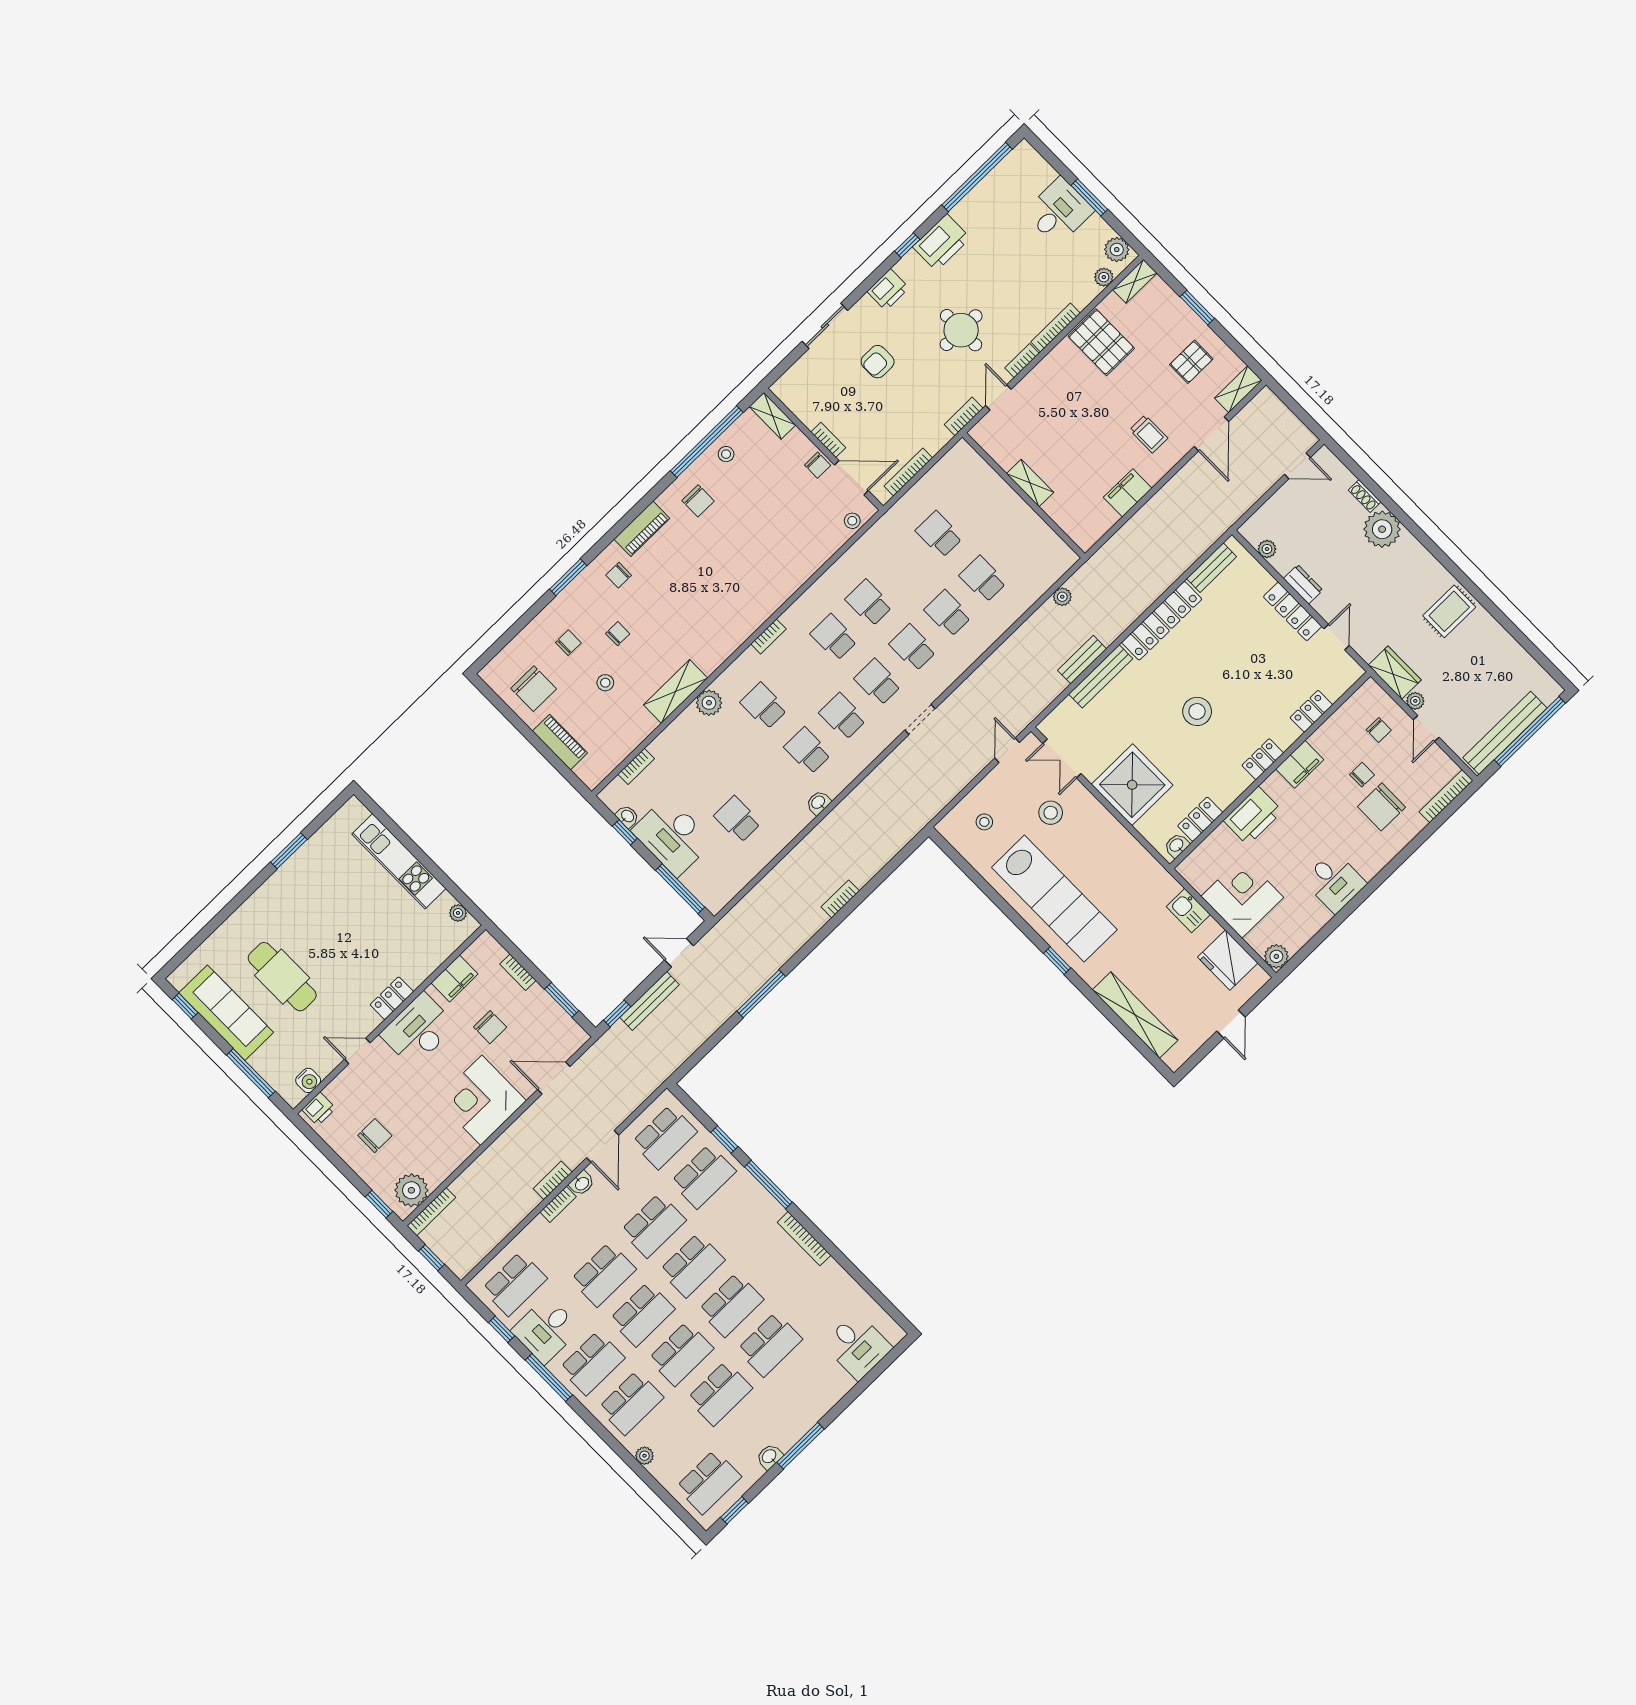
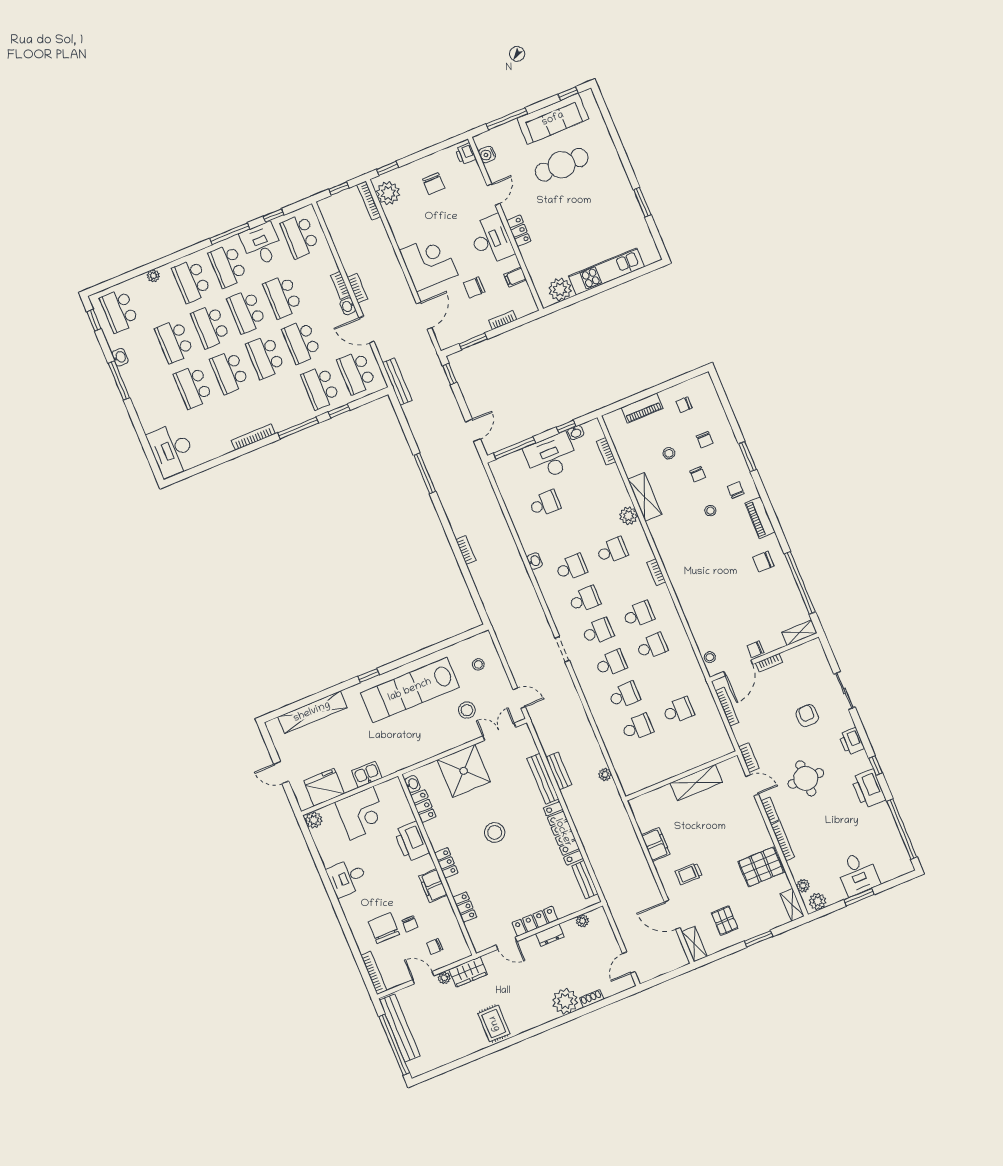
stool: (726, 454) -> (710, 511), moved
shelving: (1030, 483) -> (696, 782), width x1.50, depth x1.33
chair: (534, 689) -> (684, 405), width x0.54, depth x0.54
plant: (458, 913) -> (560, 289), width x1.87, depth x1.87
filing cabinet: (454, 978) -> (515, 277), width x0.50
bench: (649, 1001) -> (397, 381), moved
desk: (857, 1346) -> (172, 450), width x1.37

